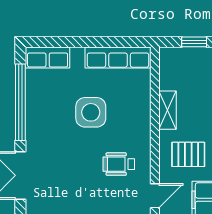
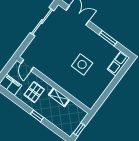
row of seats: (118, 58) -> (96, 93), removed
window: (20, 102) -> (108, 38), width x0.47
wheelchair: (119, 164) -> (52, 60), removed

